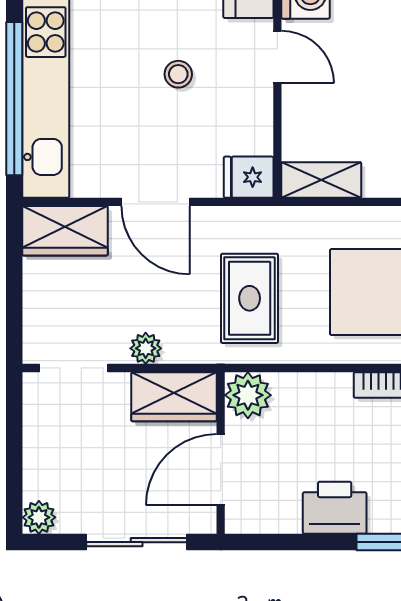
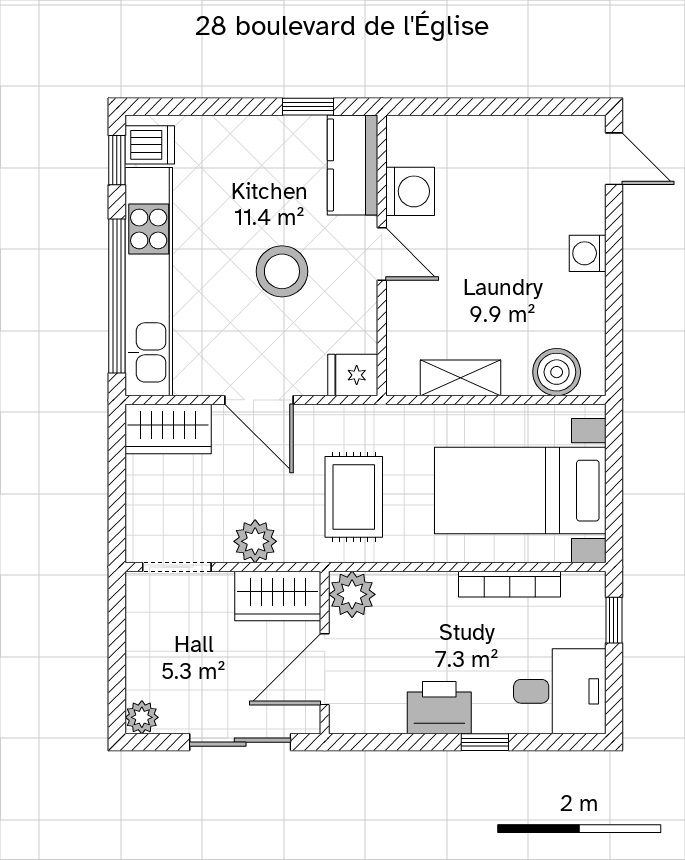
stool: (178, 74) -> (282, 271), width x1.89, depth x1.89
shelving: (321, 180) -> (460, 378), moved
plant: (146, 348) -> (255, 541), width x1.38, depth x1.38

